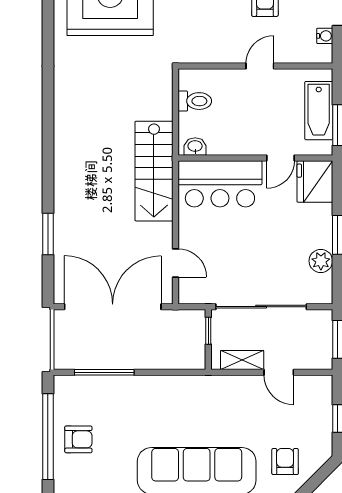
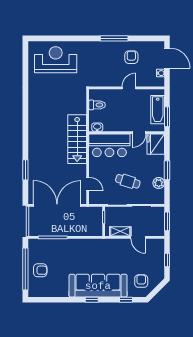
cafe table: (258, 257) -> (128, 181), added

